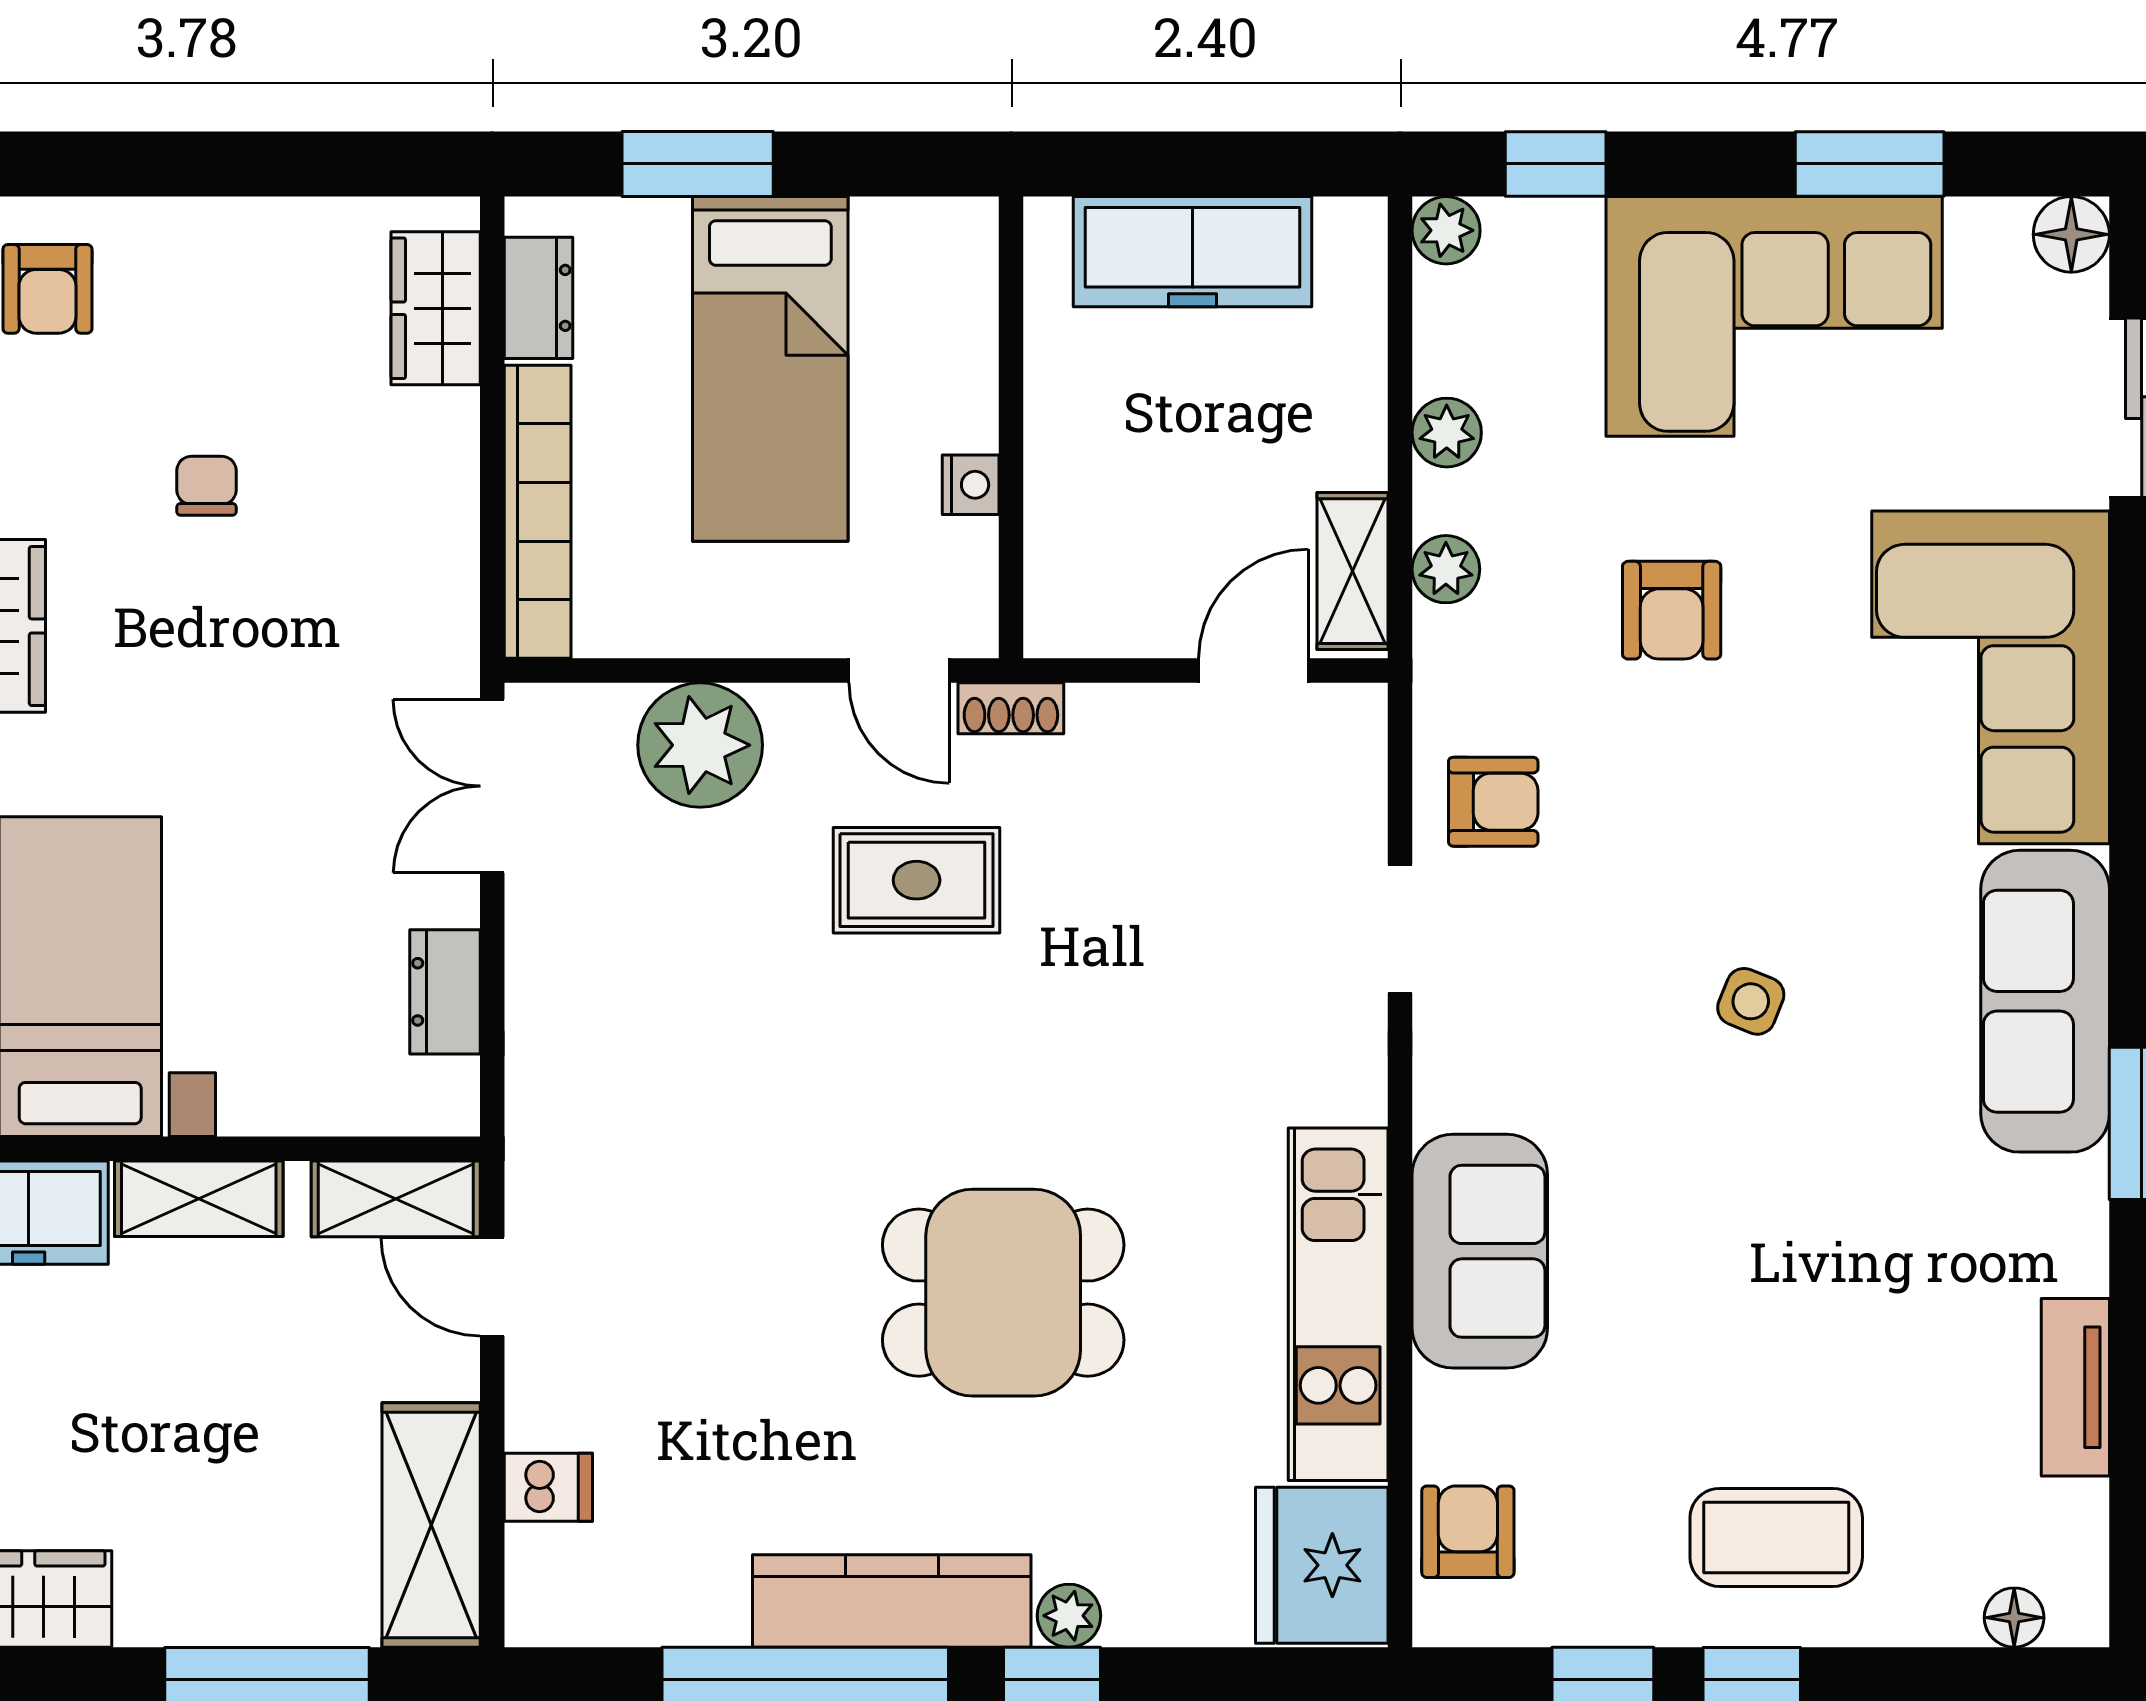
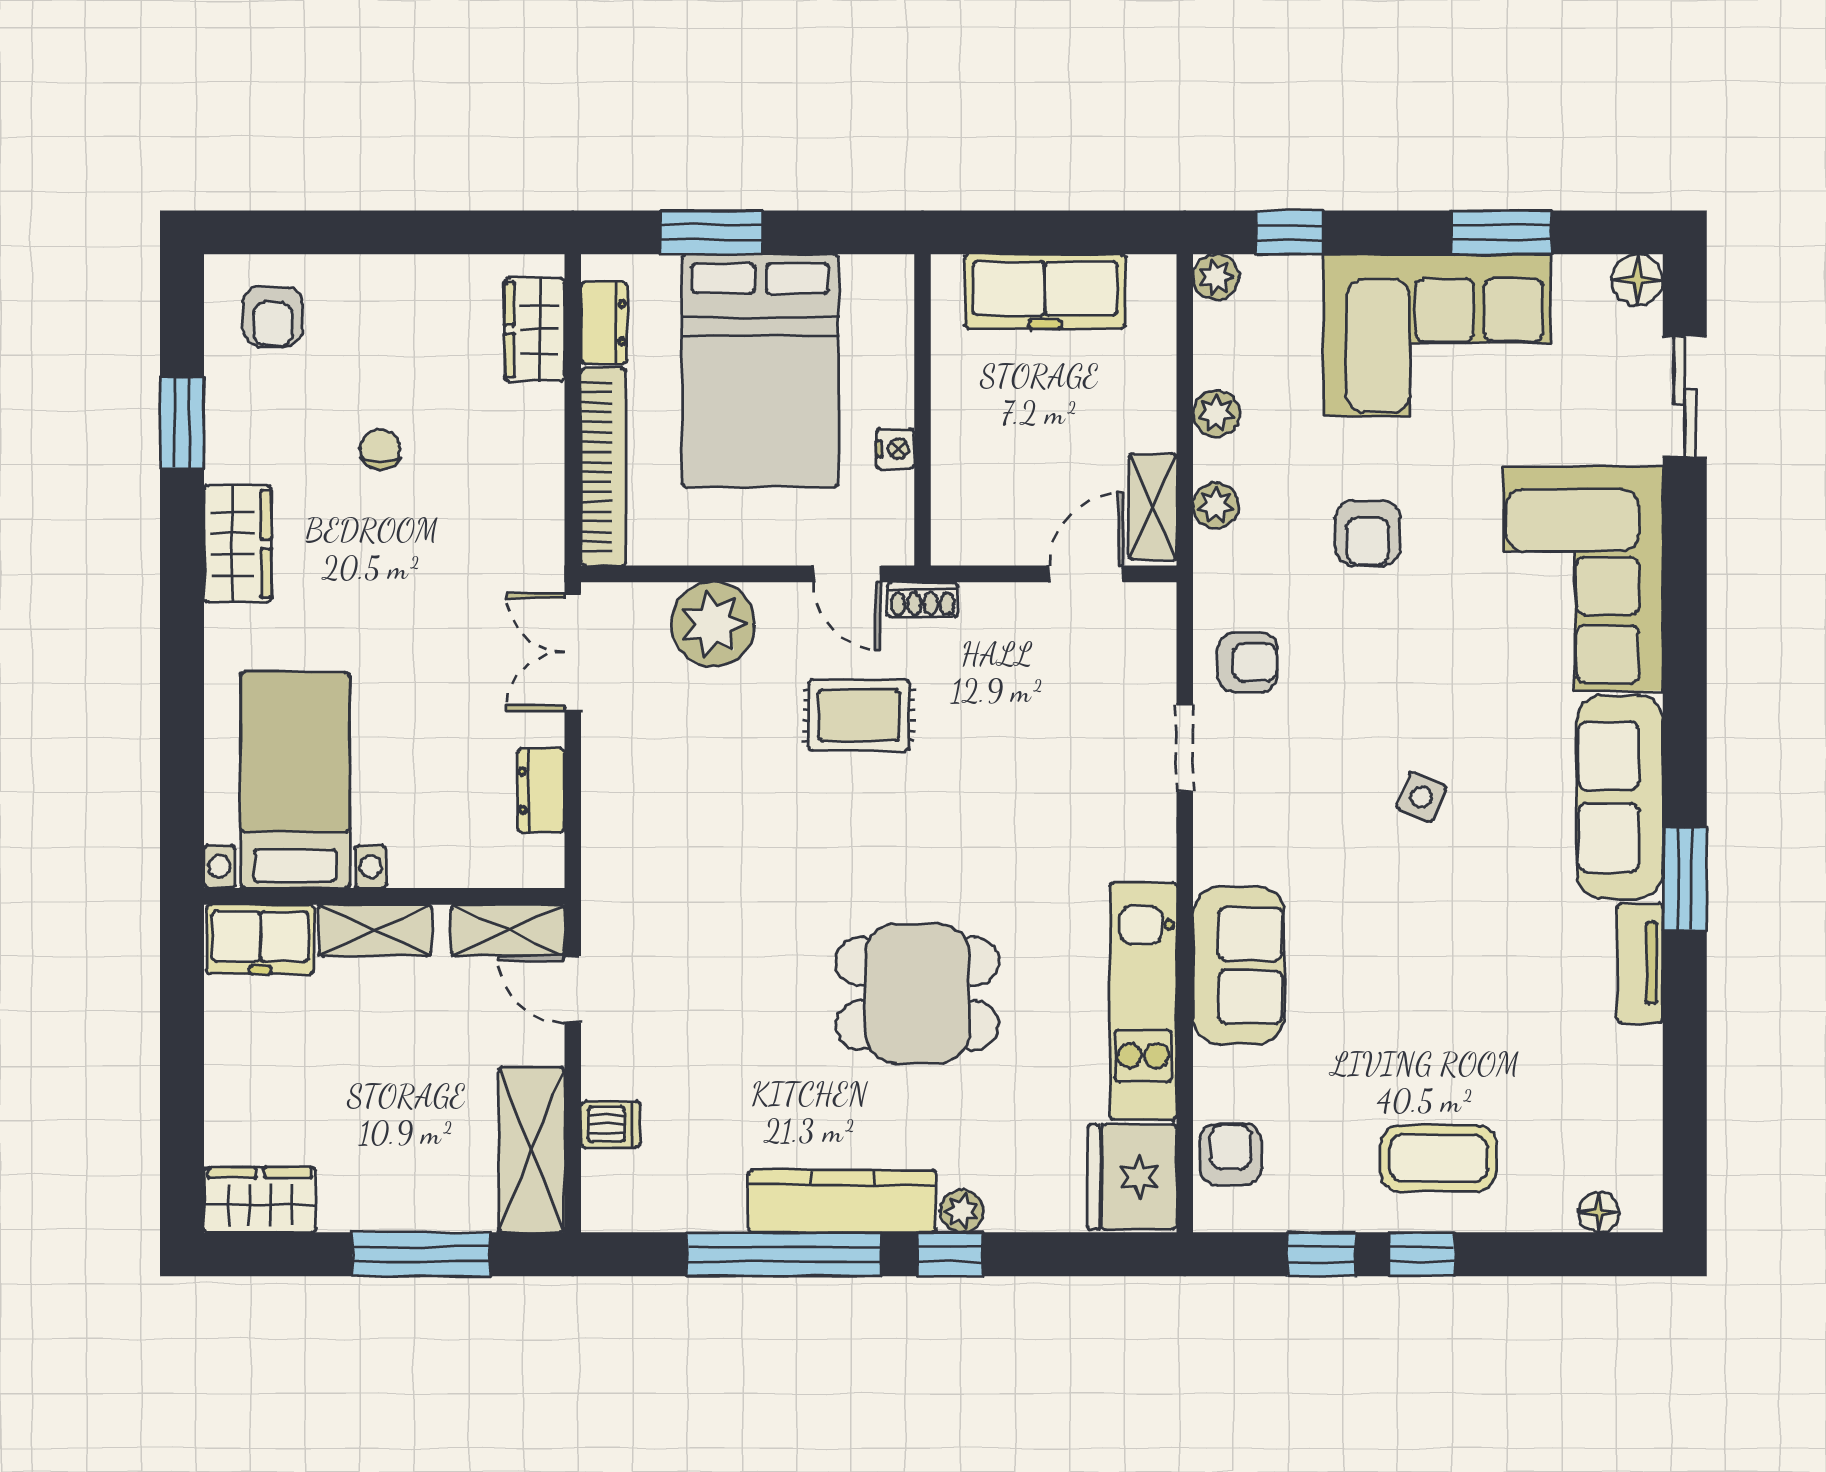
bed: (770, 369) -> (760, 371), width x1.50
tv unit: (2075, 1387) -> (1640, 963), moved

